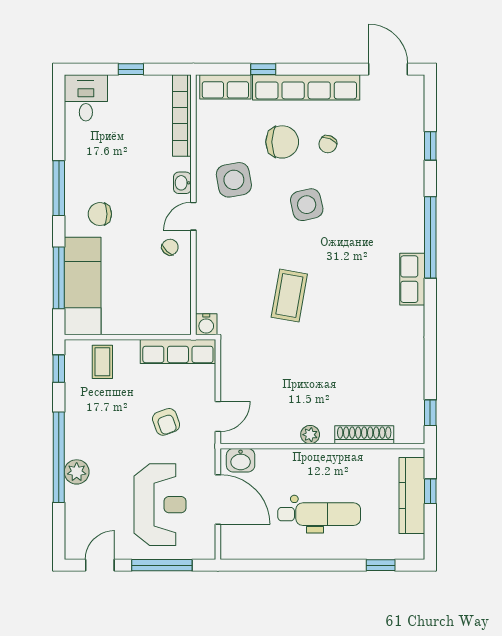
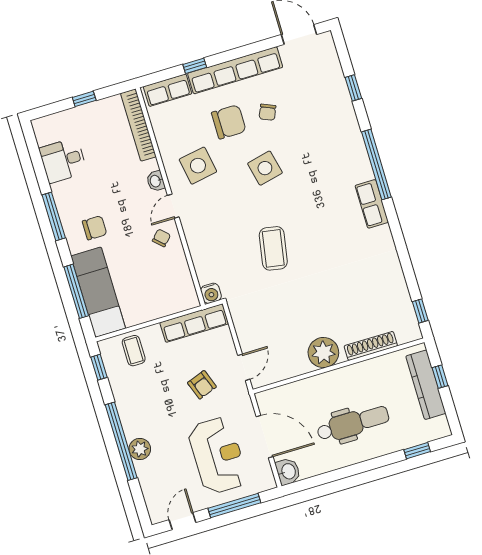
desk: (86, 98) -> (63, 160), moved, turned -90
chair: (100, 214) -> (95, 228), turned 180
plant: (310, 435) -> (323, 353), width x1.88, depth x1.88
washbasin: (241, 460) -> (288, 471), moved, turned -90

